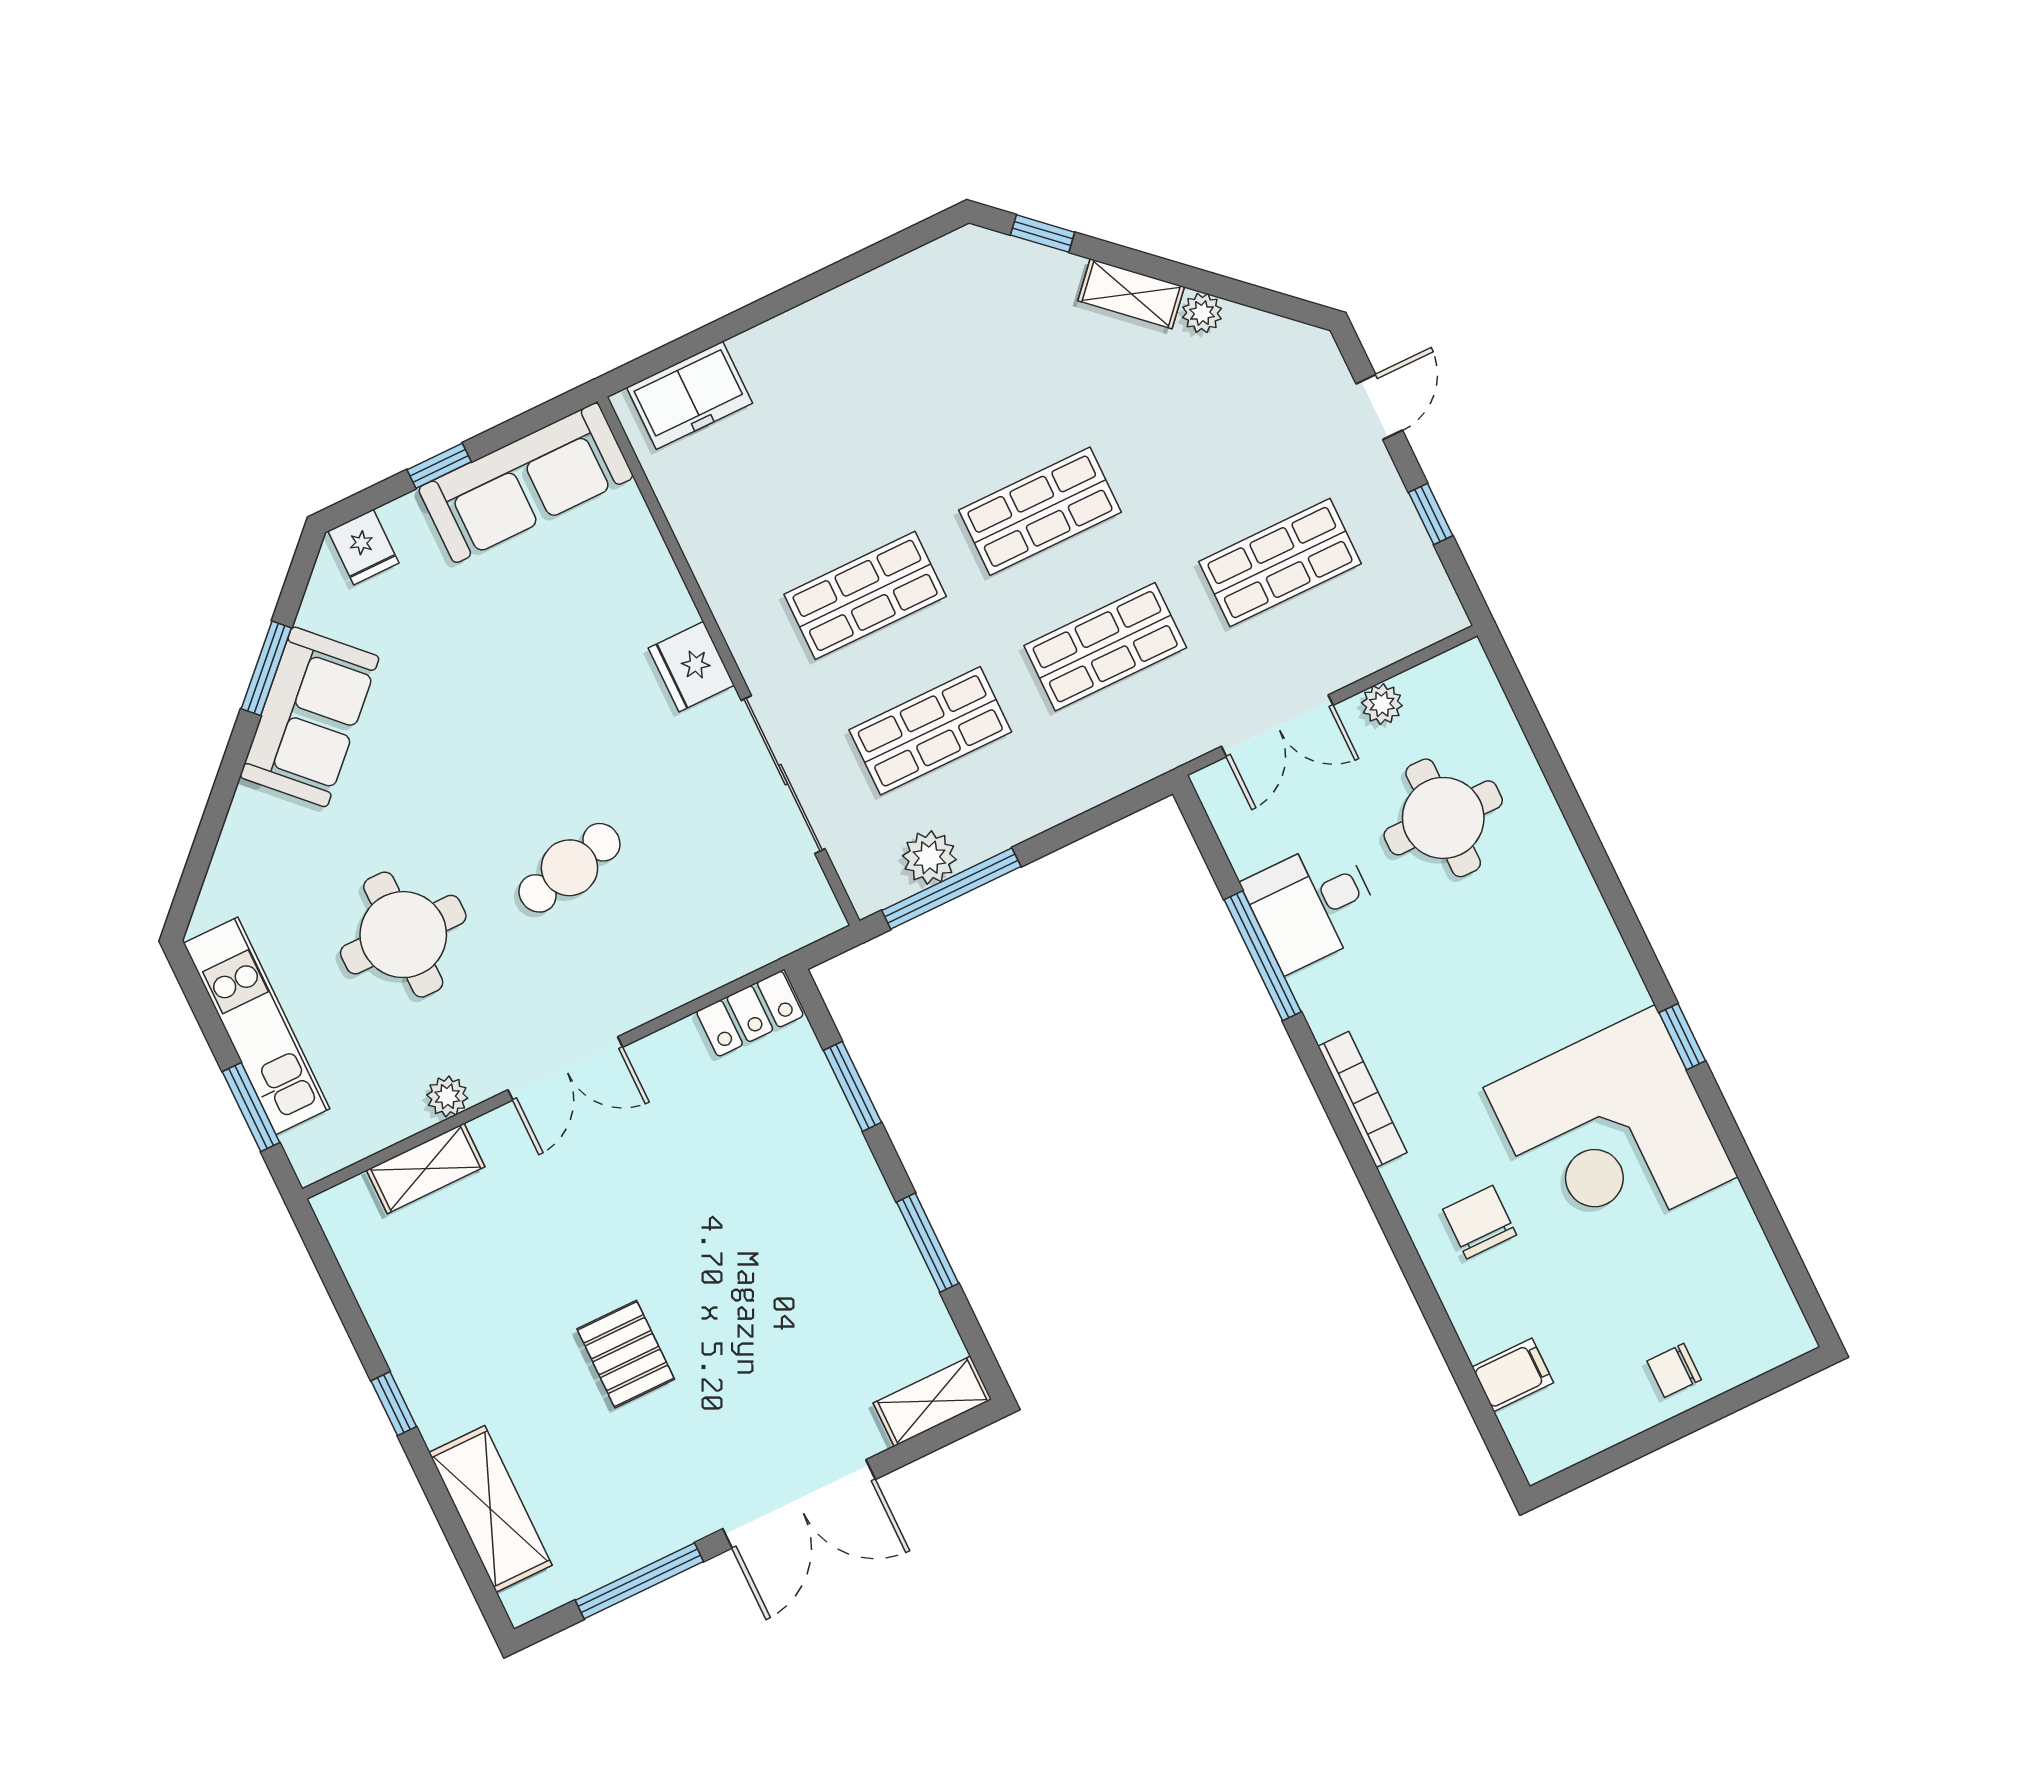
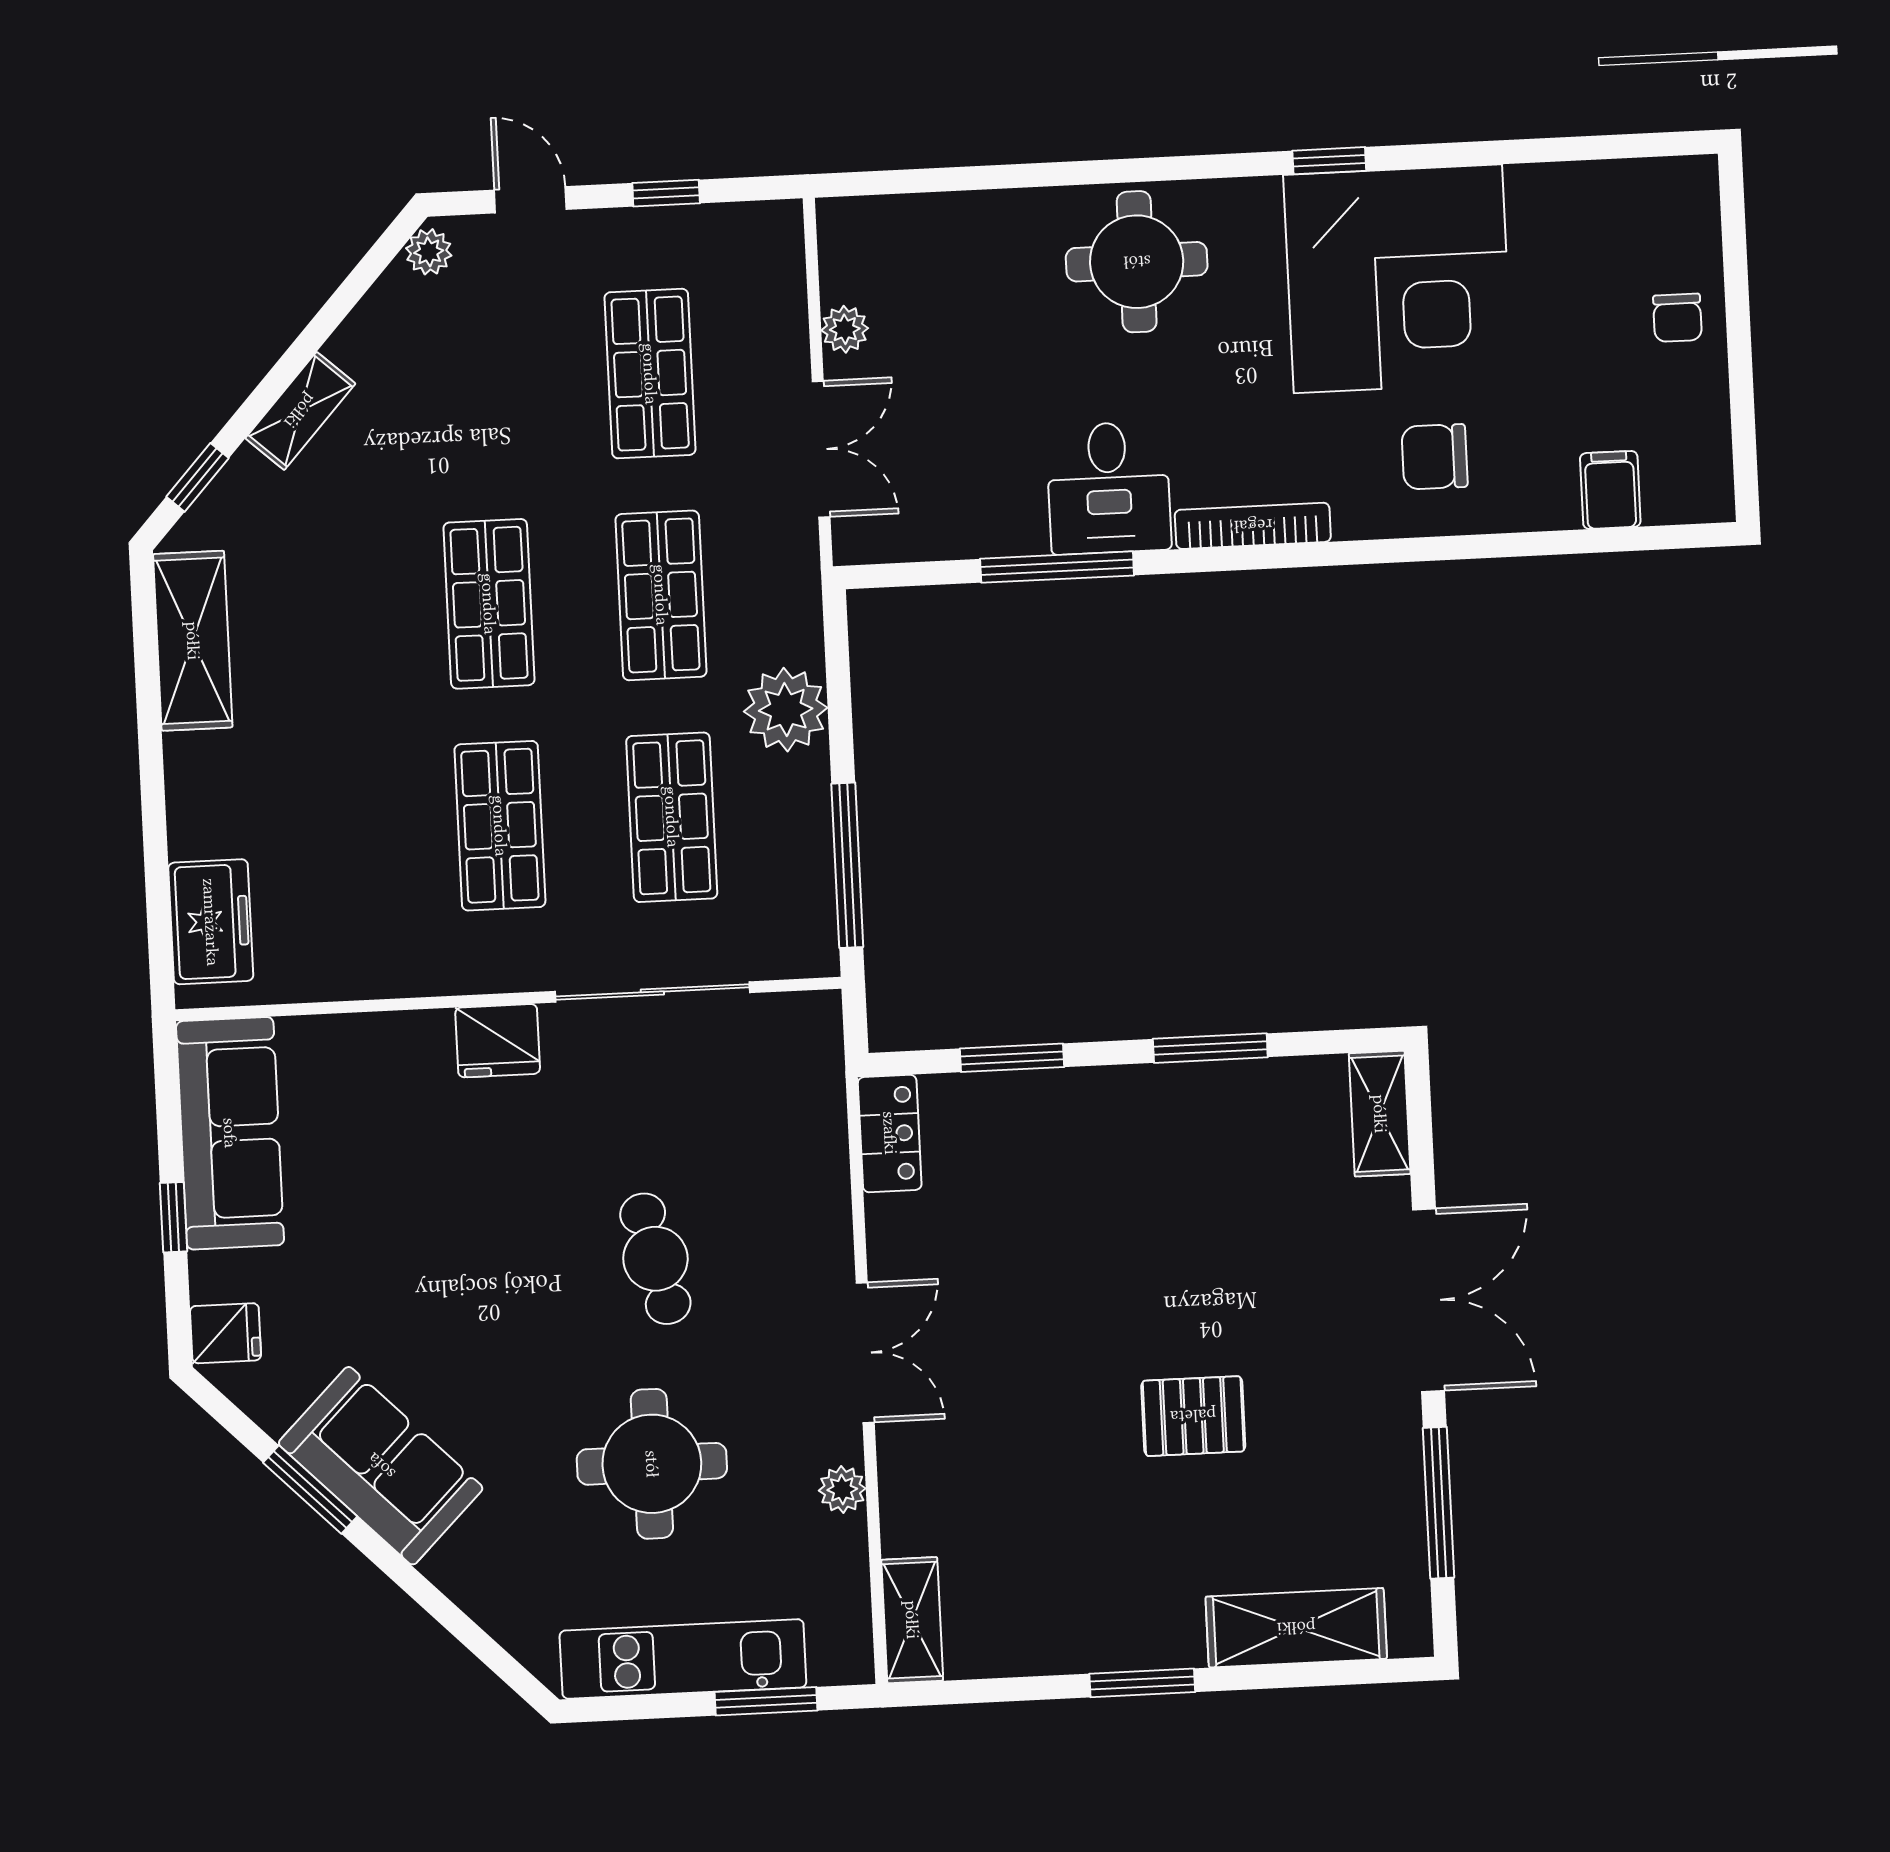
shelving: (910, 285) -> (193, 641), added
plant: (1202, 313) -> (429, 252), moved
round table: (1443, 818) -> (1137, 262), moved
plant: (929, 858) -> (786, 710), moved, width x1.36, depth x1.36
desk: (1312, 905) -> (1109, 488), moved
shelving: (426, 1168) -> (912, 1620), moved
window: (394, 1404) -> (1142, 1683), width x1.50

